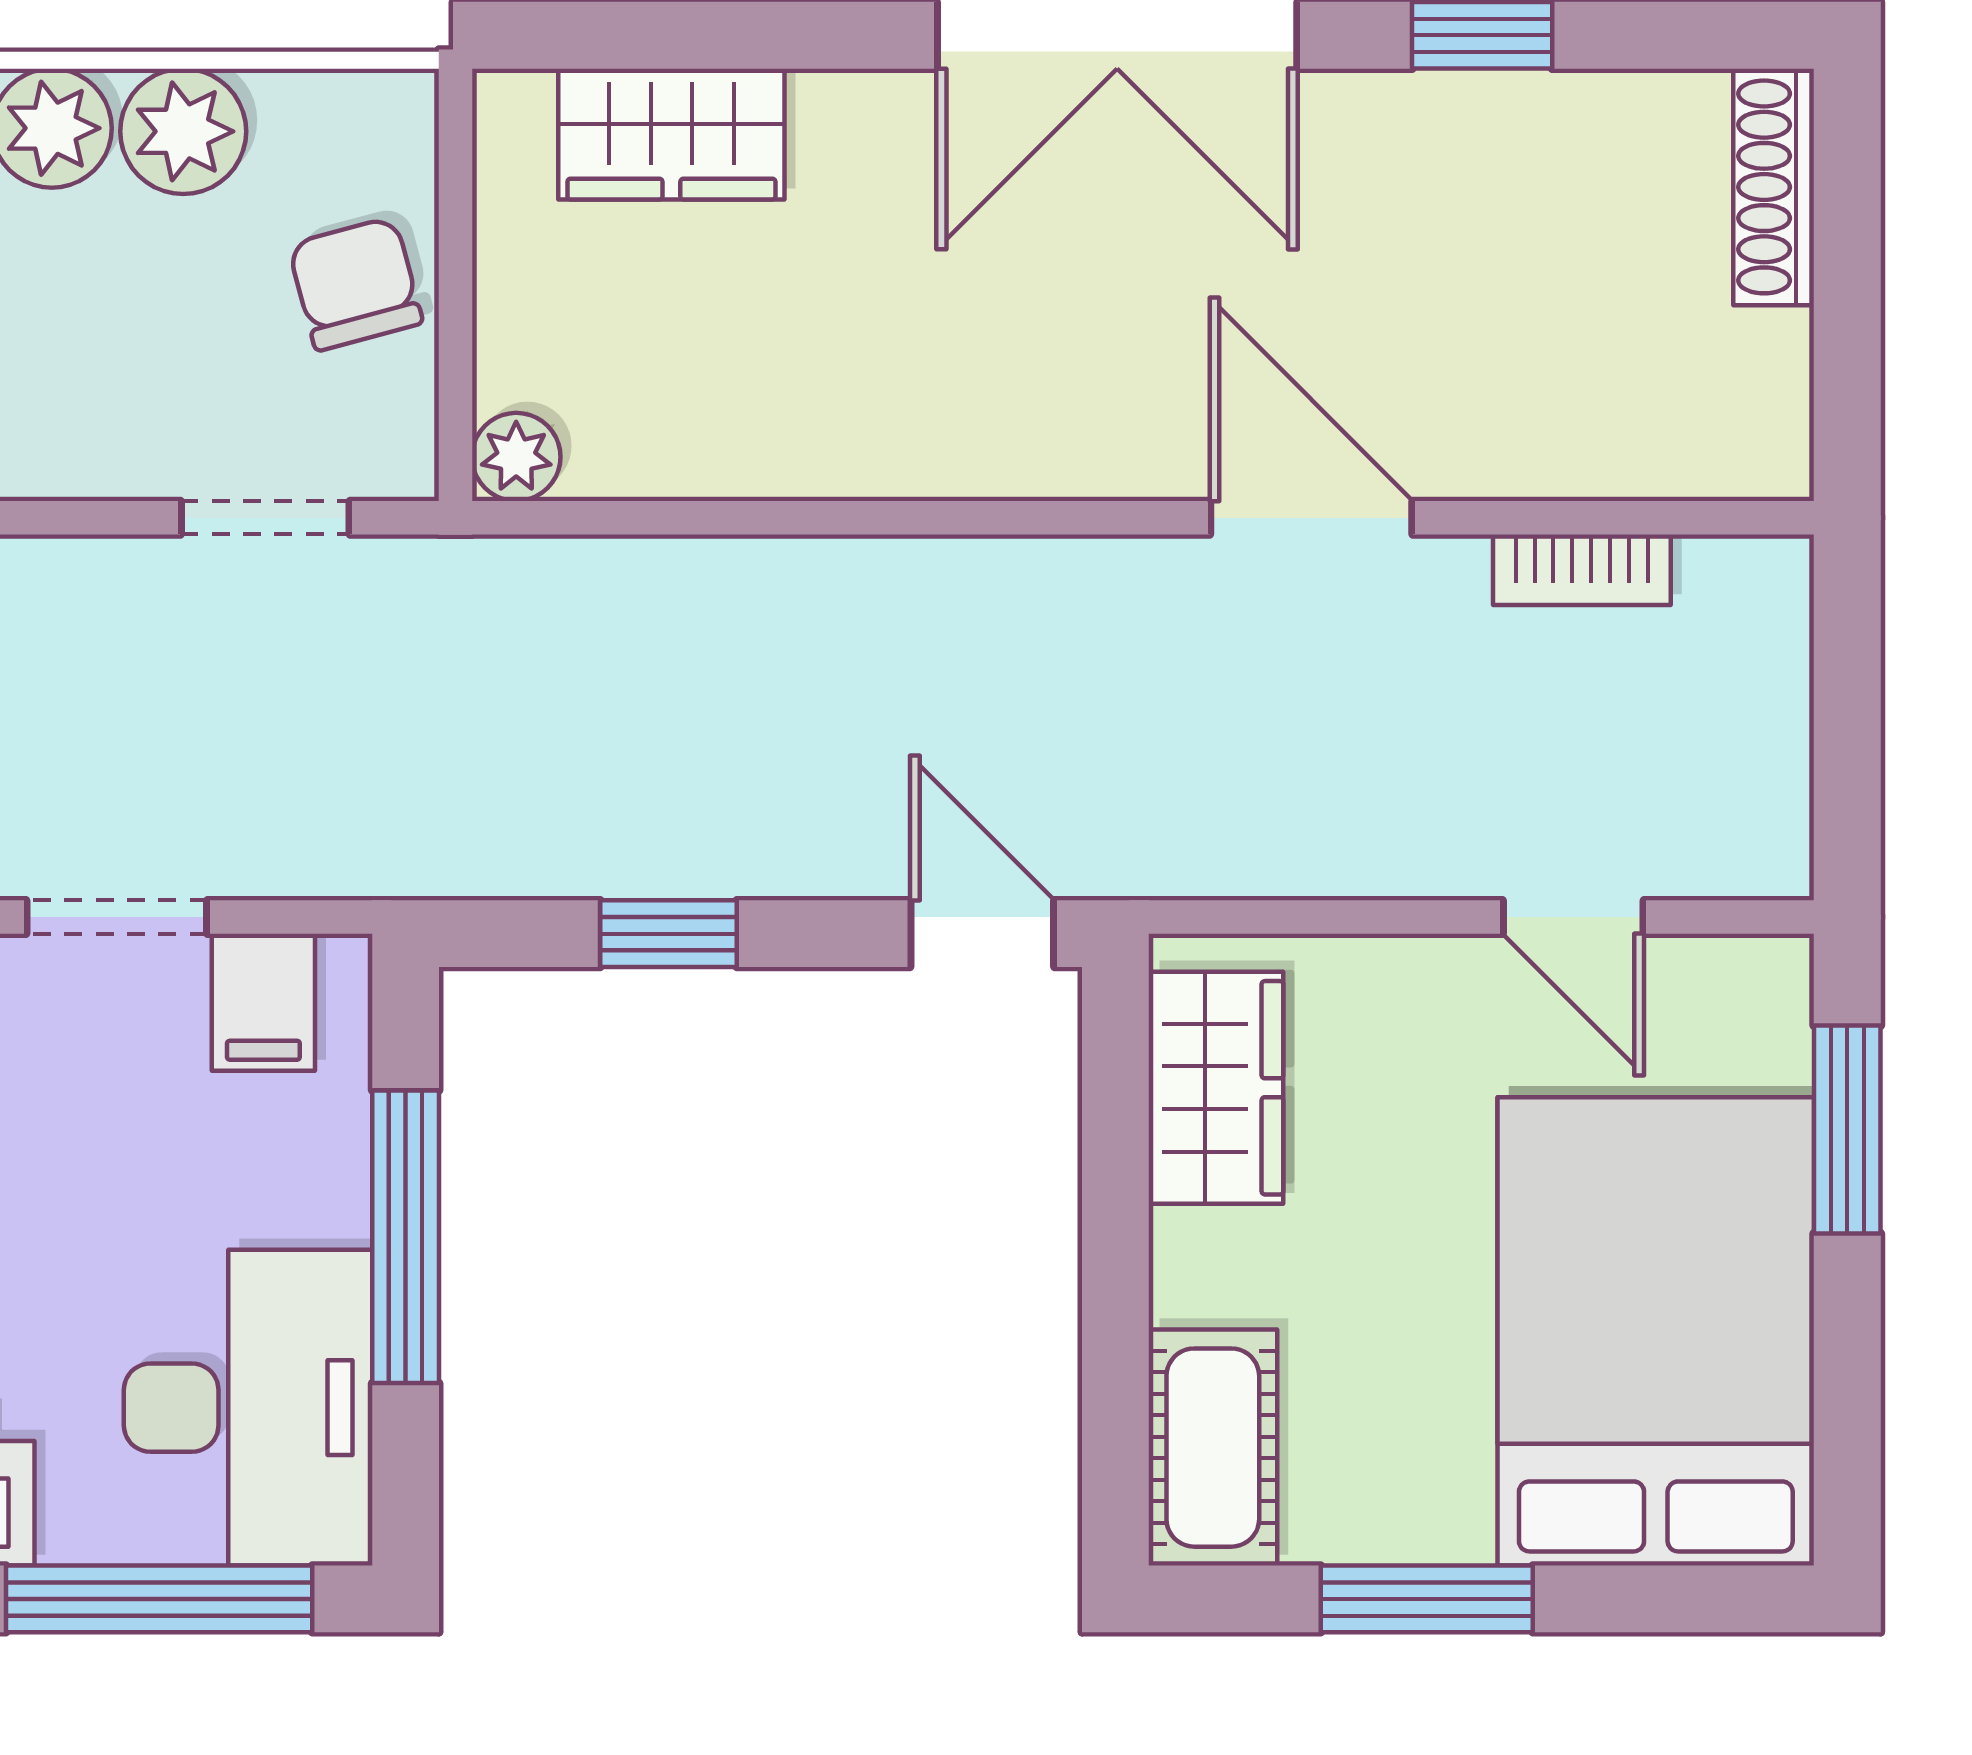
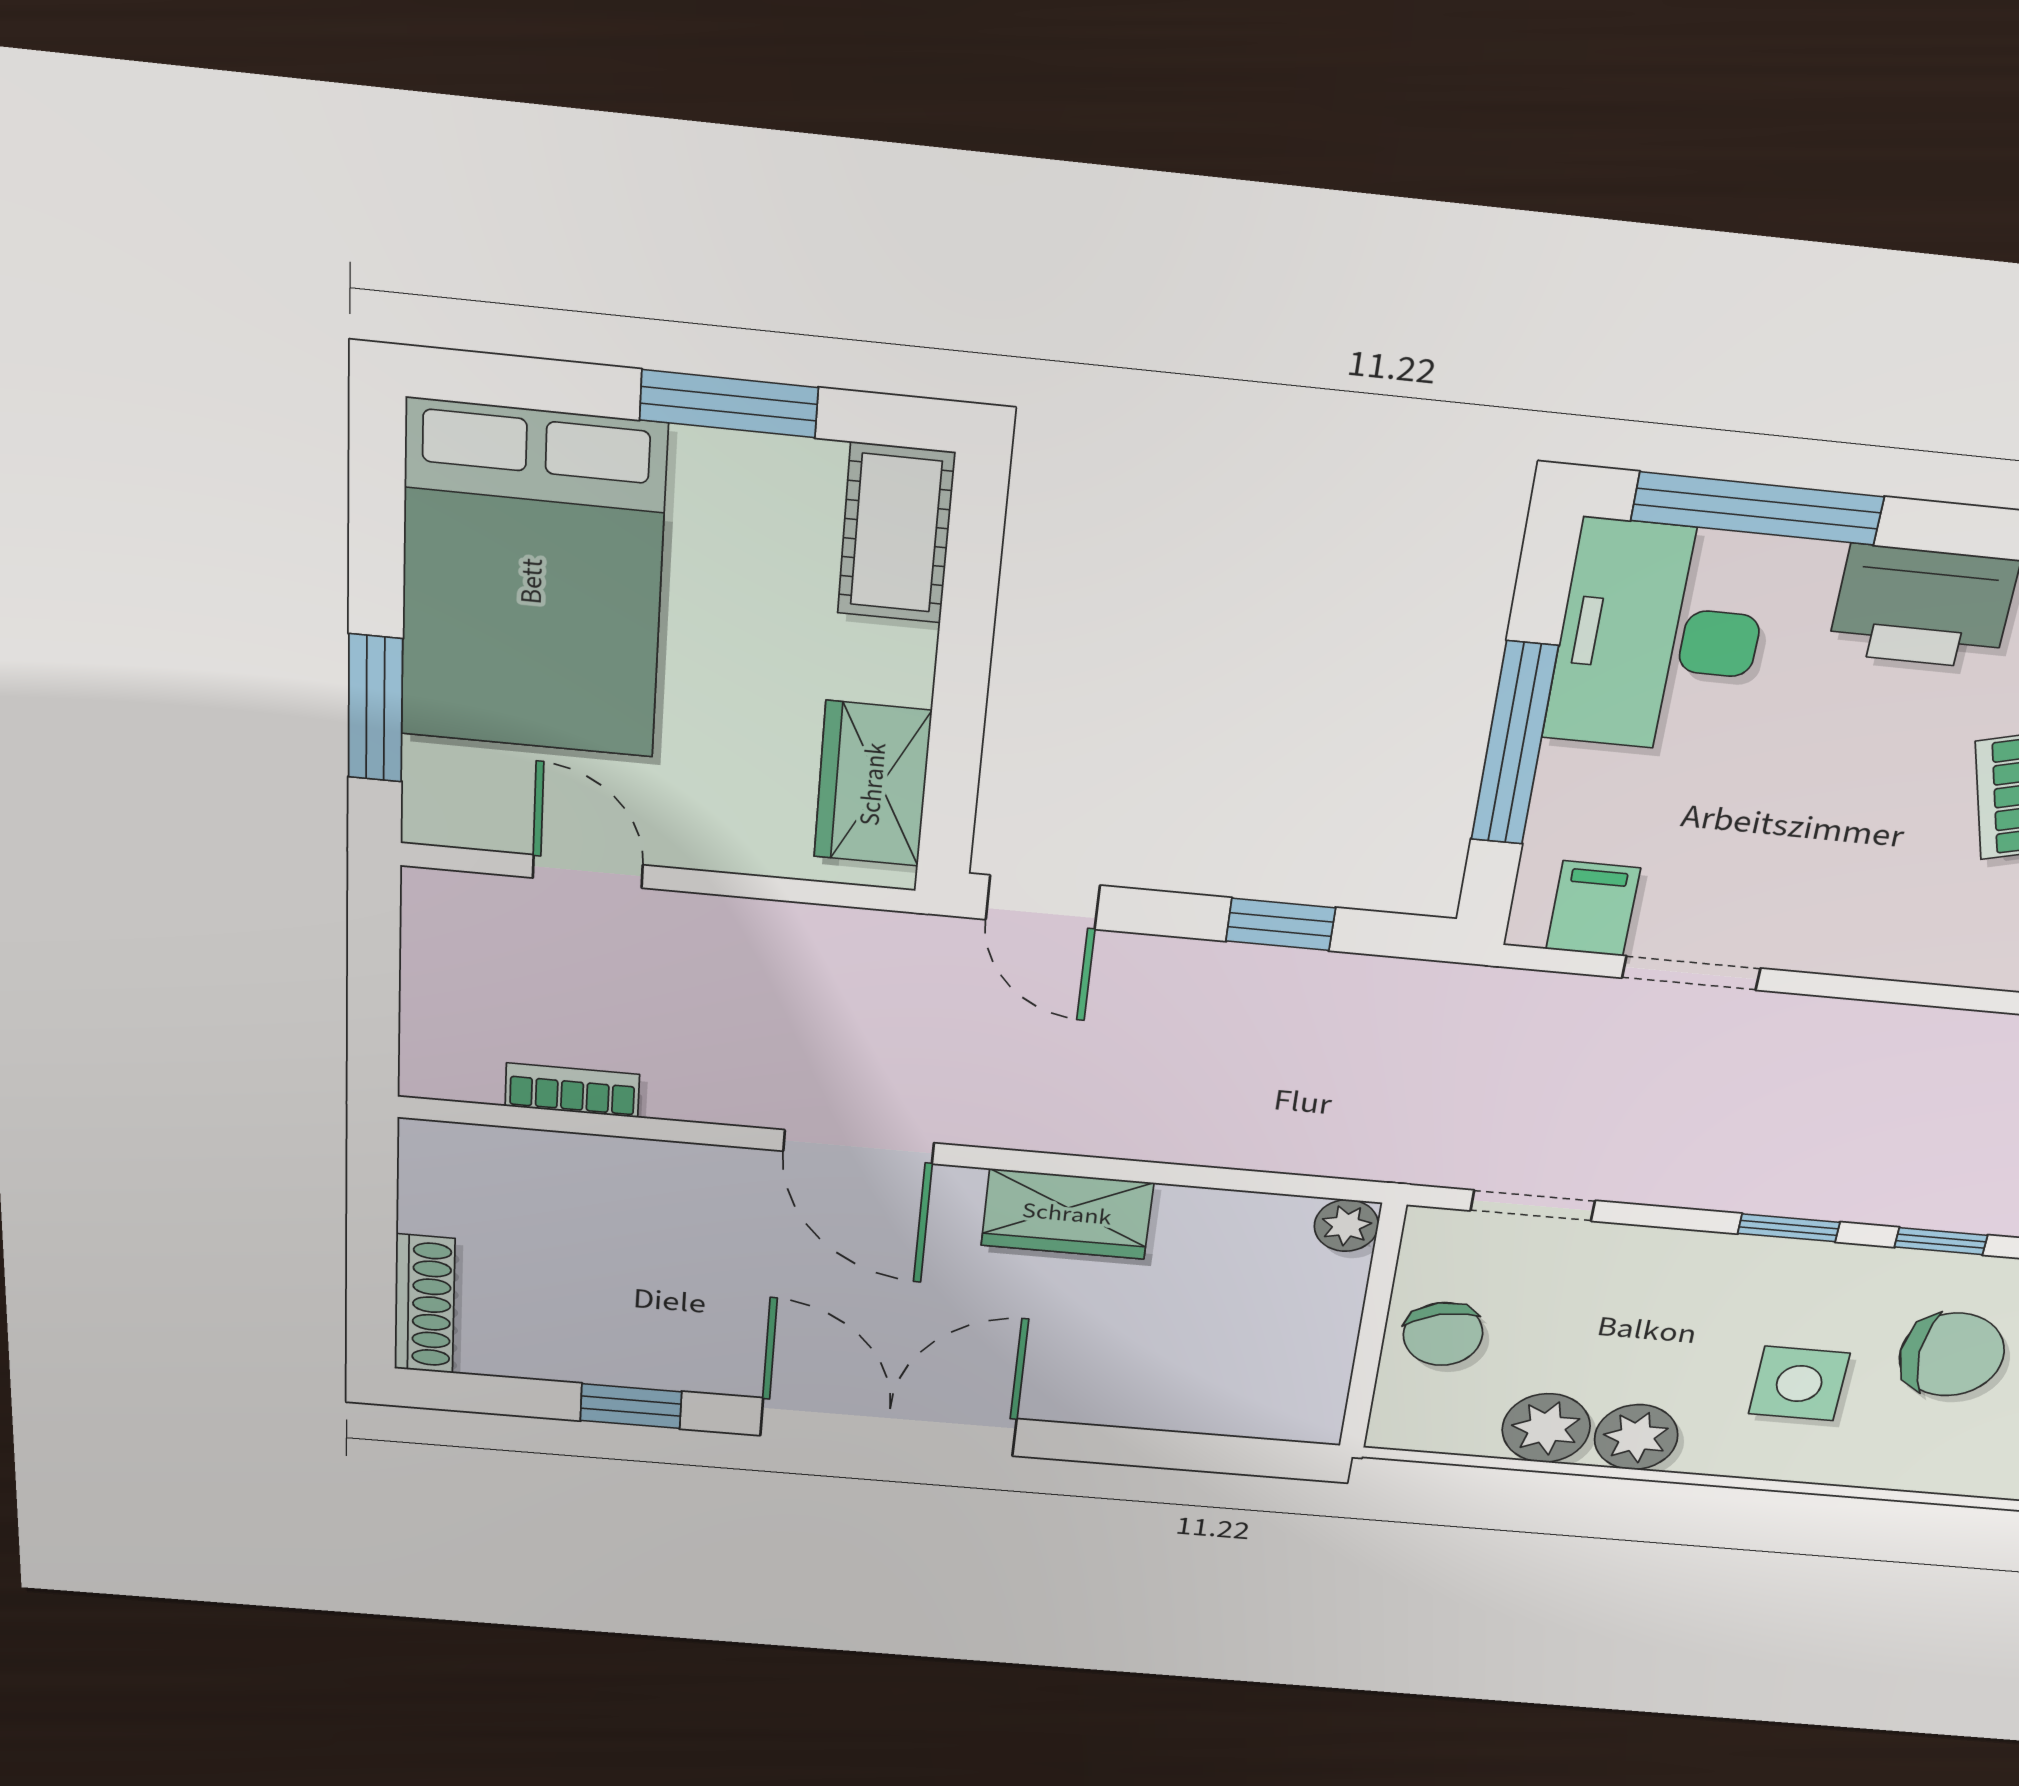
wardrobe: (671, 134) -> (1067, 1214), moved, turned 180
door: (1311, 518) -> (859, 1147), moved

